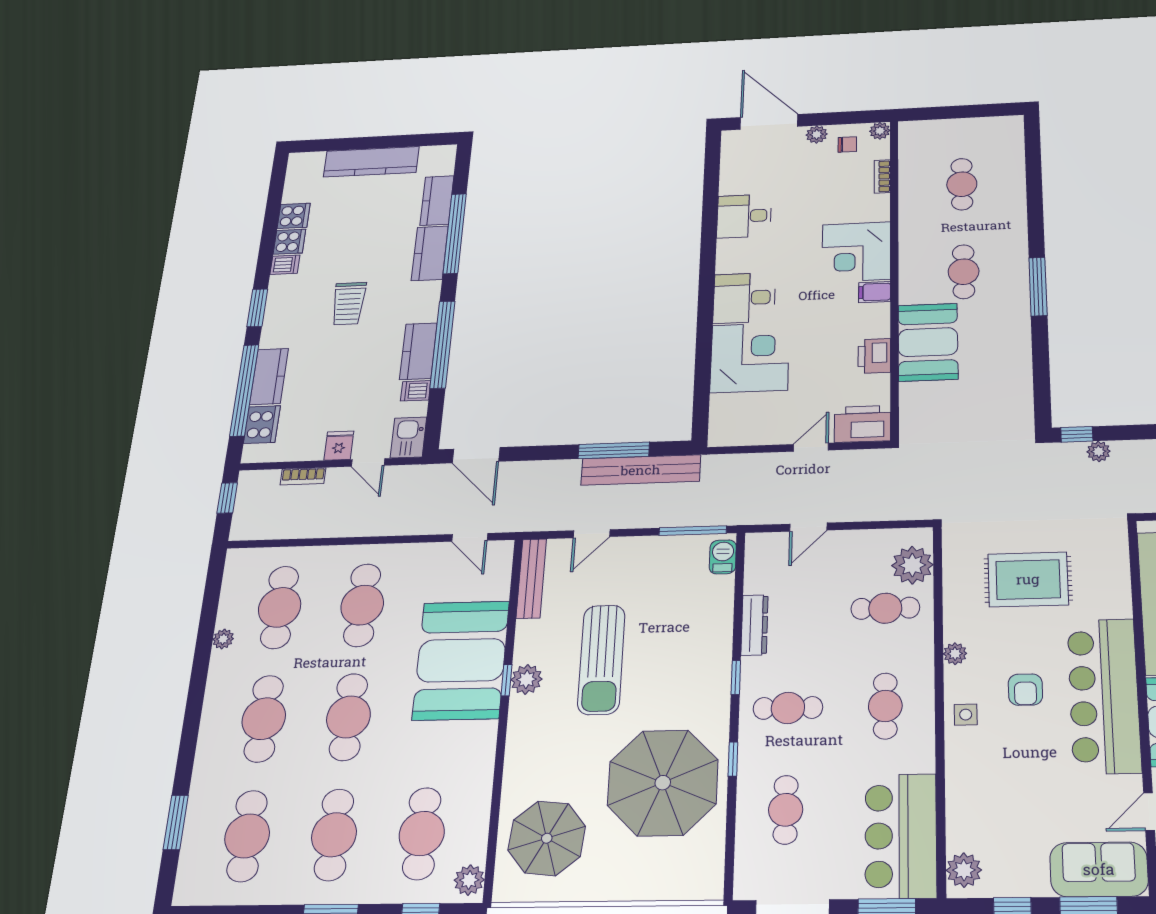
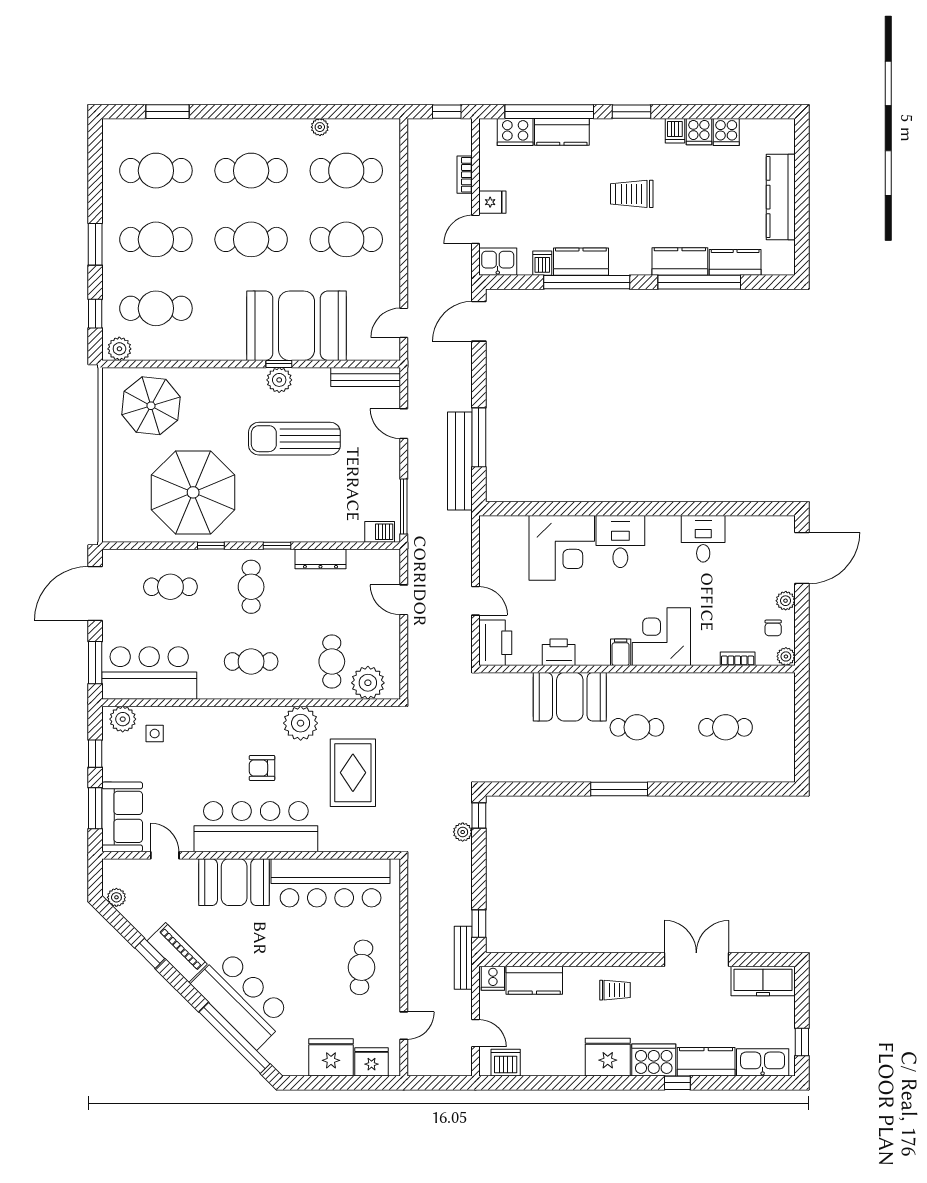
plant: (955, 654) -> (301, 723), width x1.88, depth x1.88
side table: (966, 715) -> (155, 734), moved

